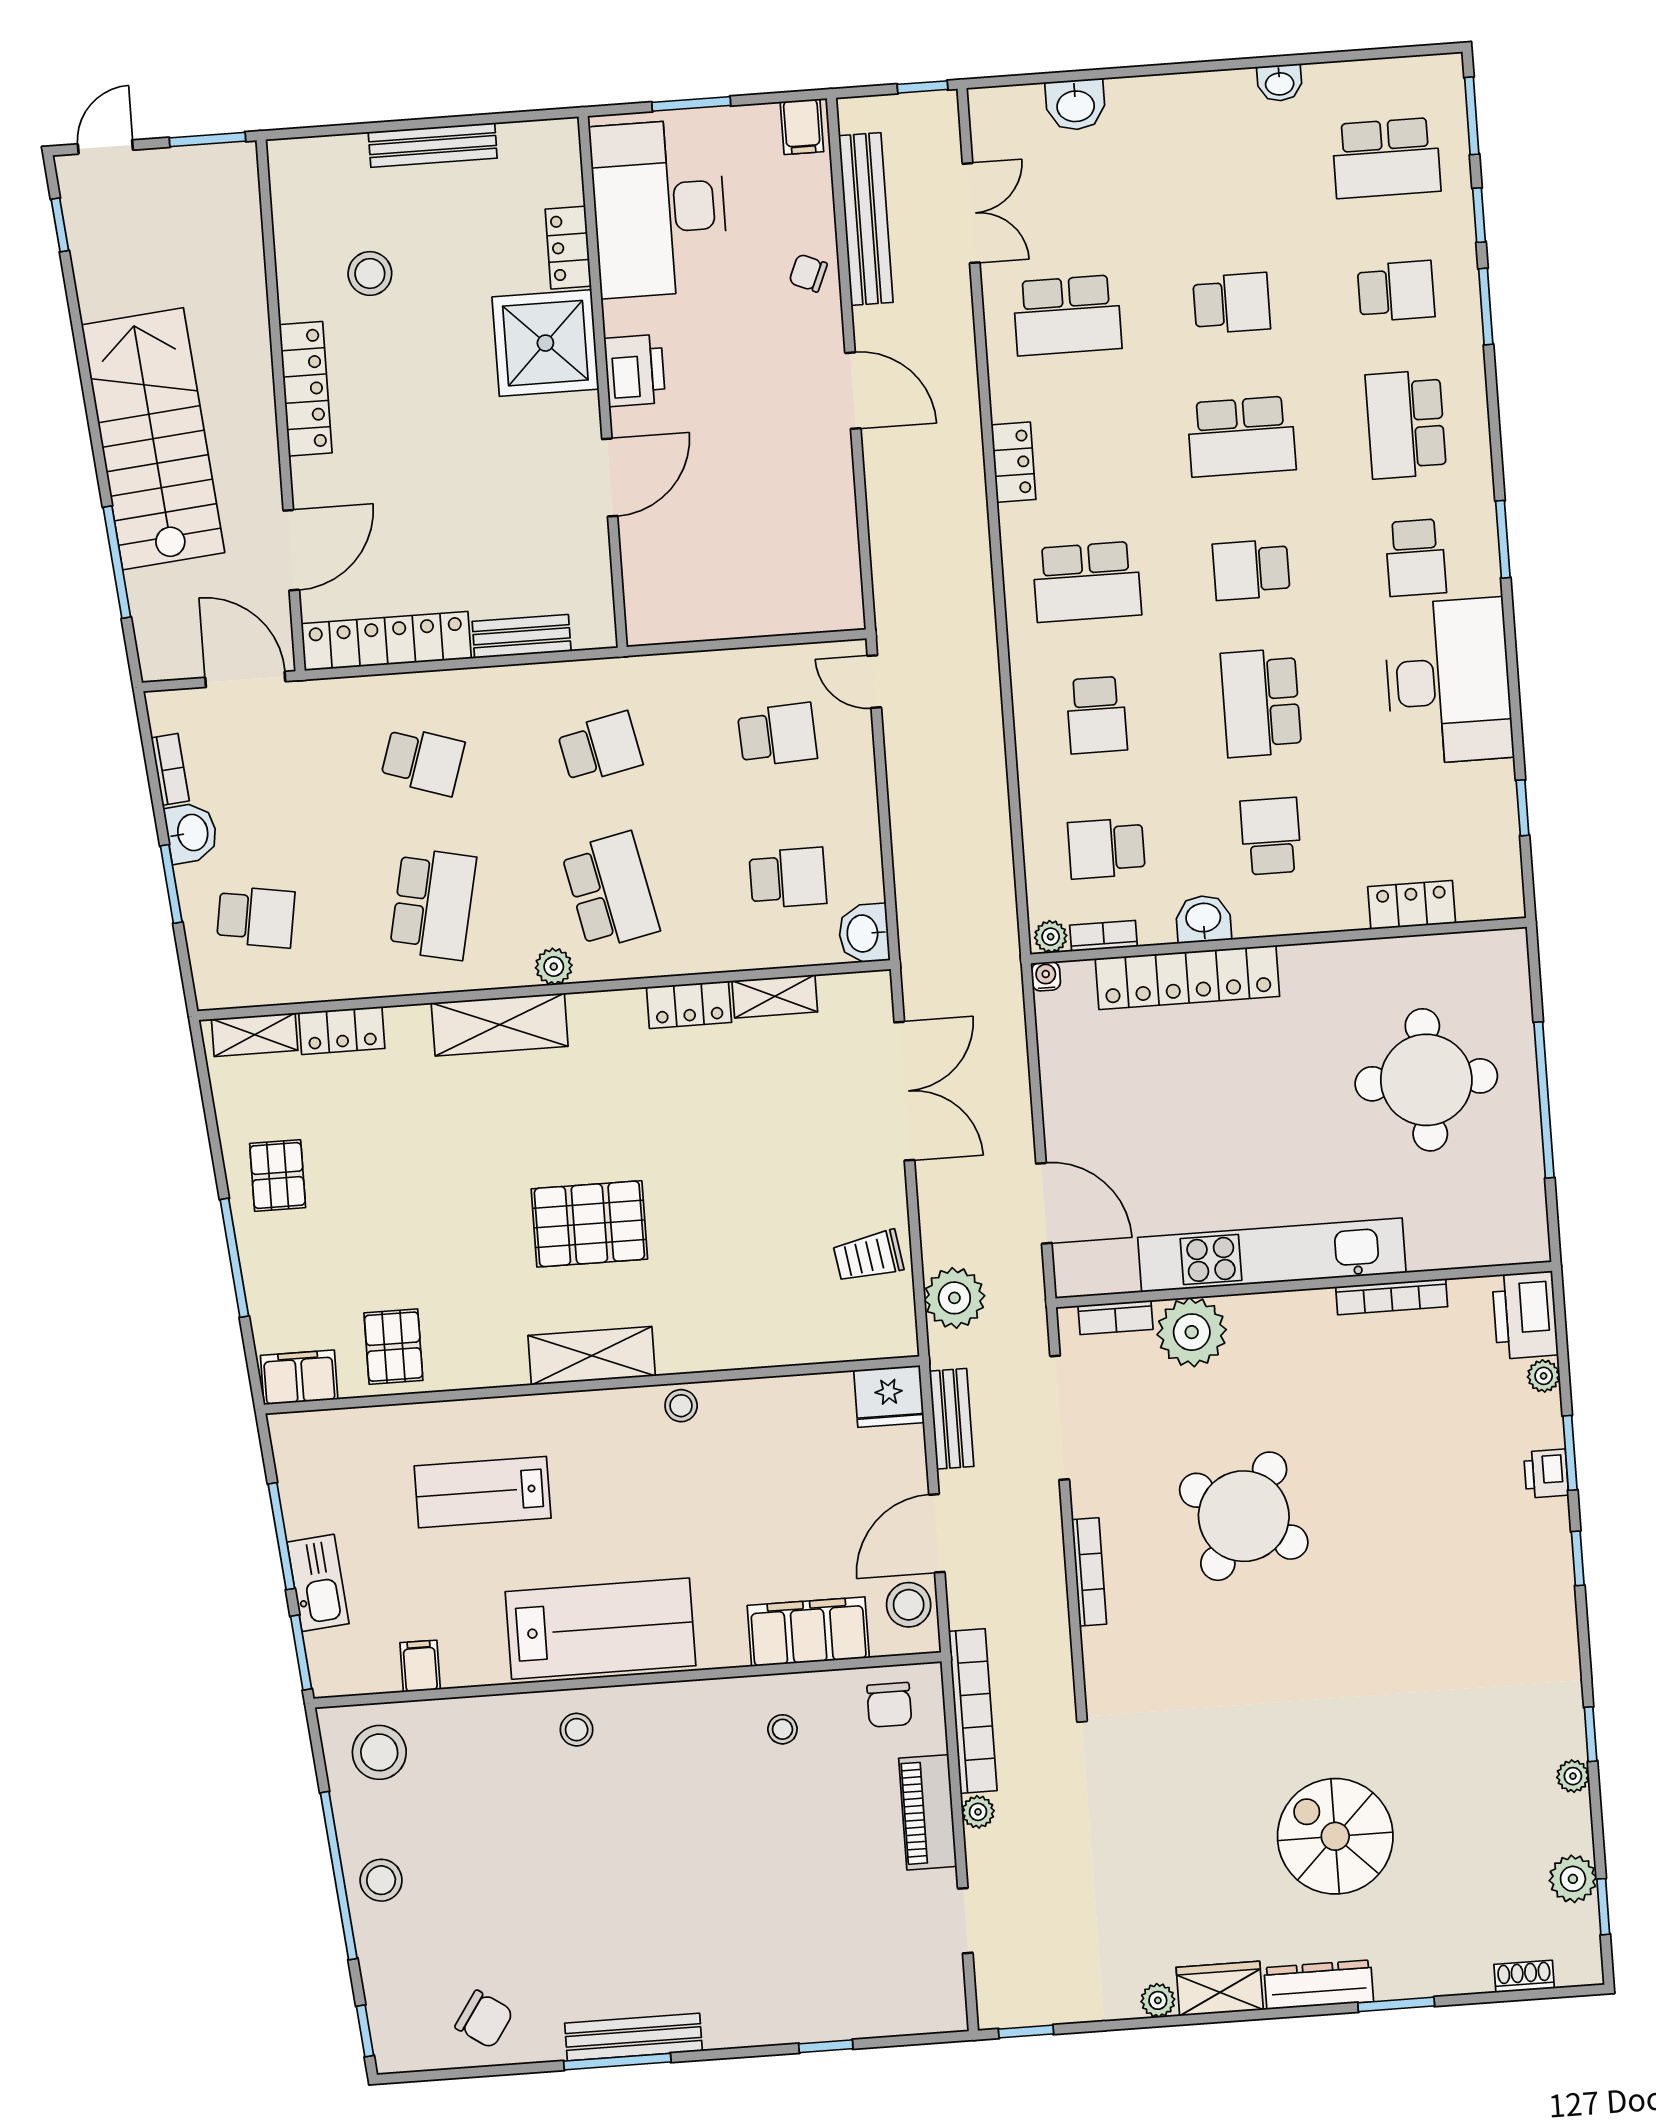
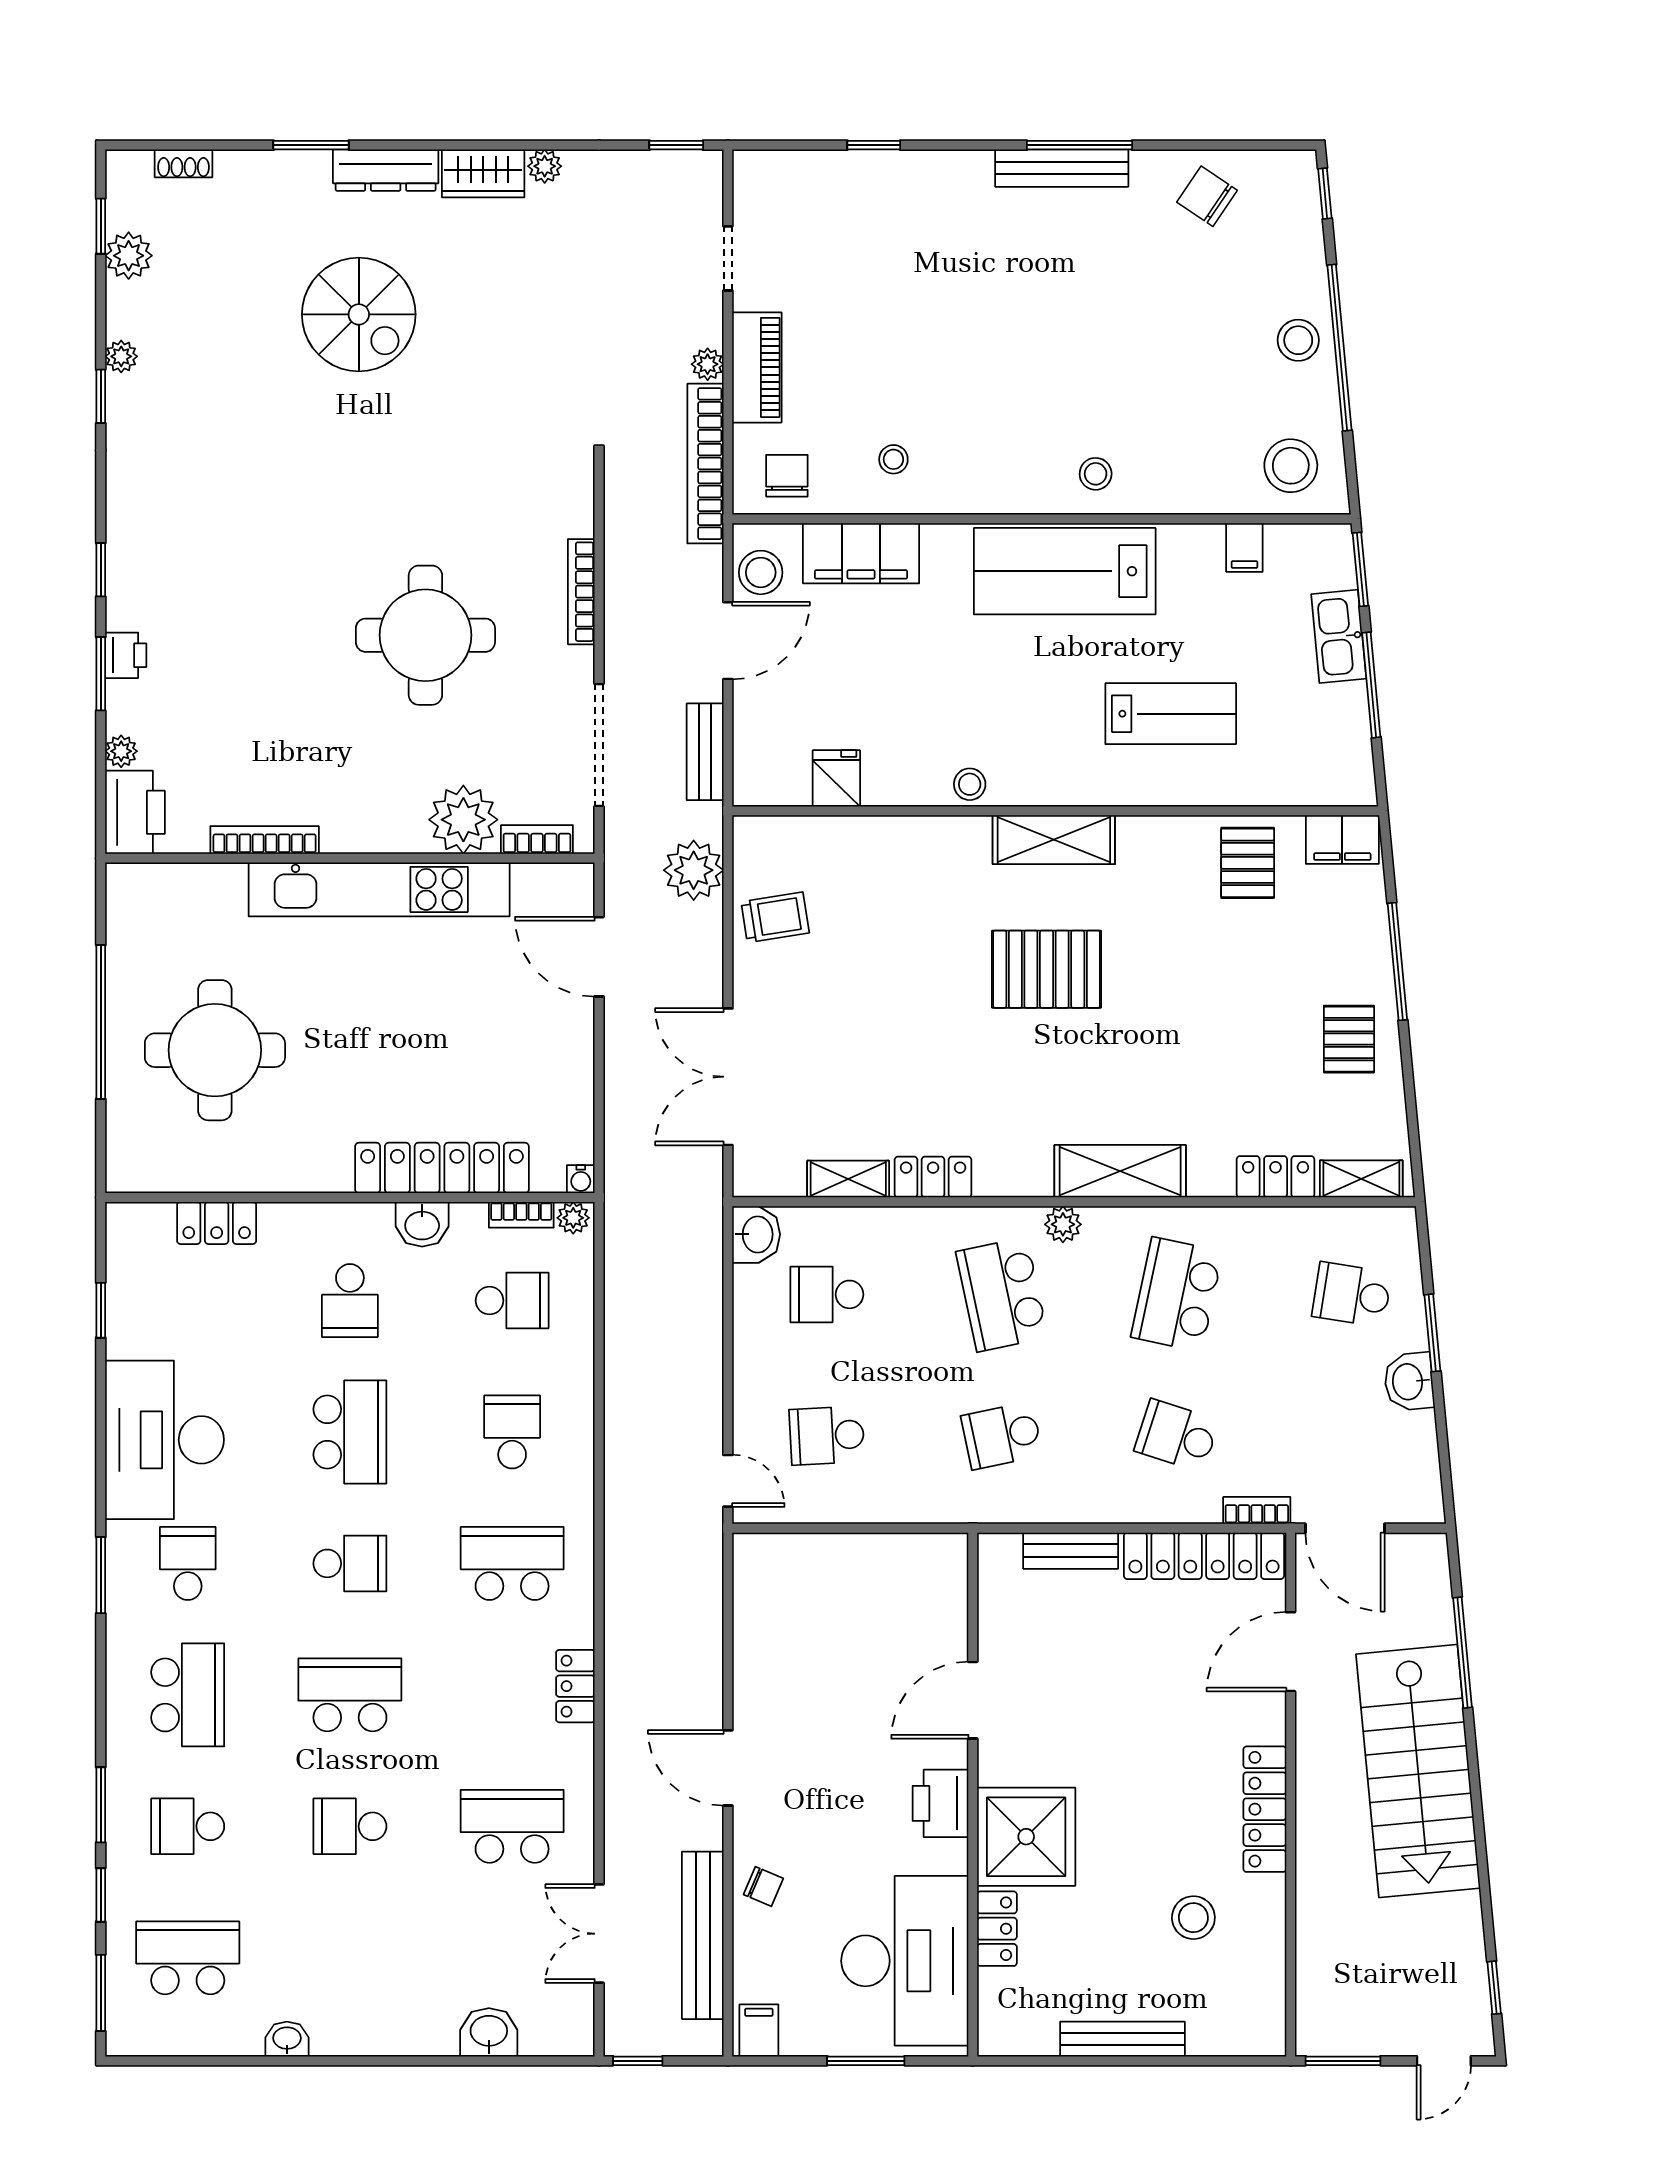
bookcase: (170, 769) -> (1257, 1510), moved, turned 95
fridge: (889, 1396) -> (836, 778), moved, width x0.72
round table: (1244, 1516) -> (425, 635), turned -33

